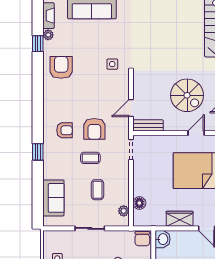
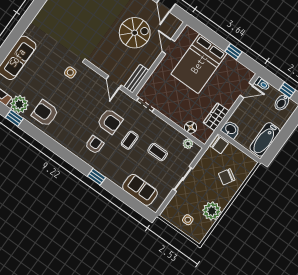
plant: (48, 35) -> (19, 104), width x1.87, depth x1.87
wardrobe: (180, 219) -> (216, 117), moved

